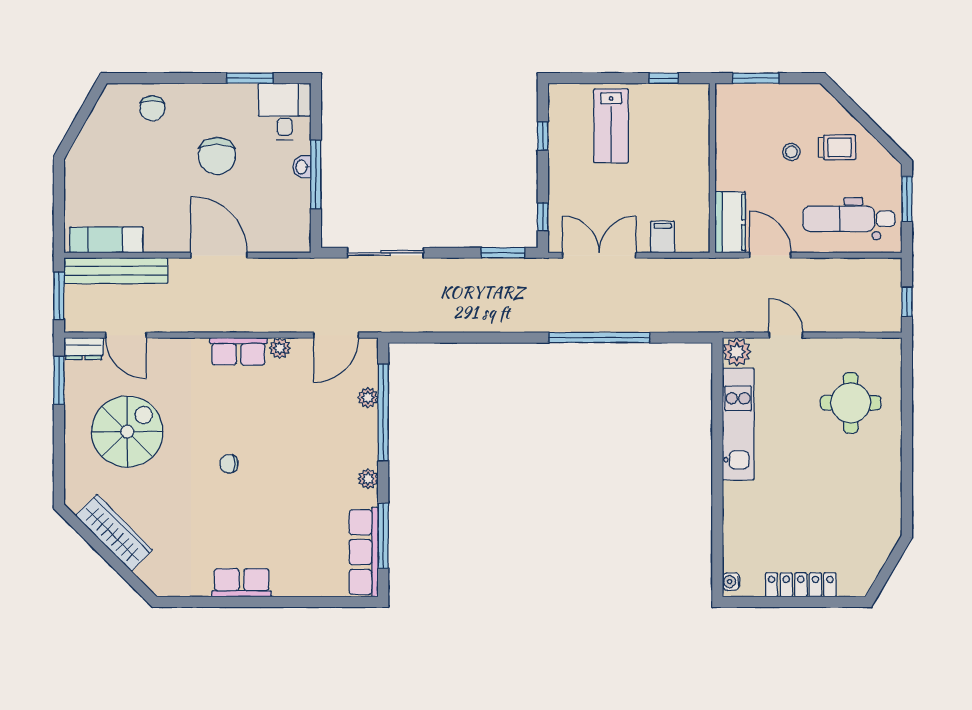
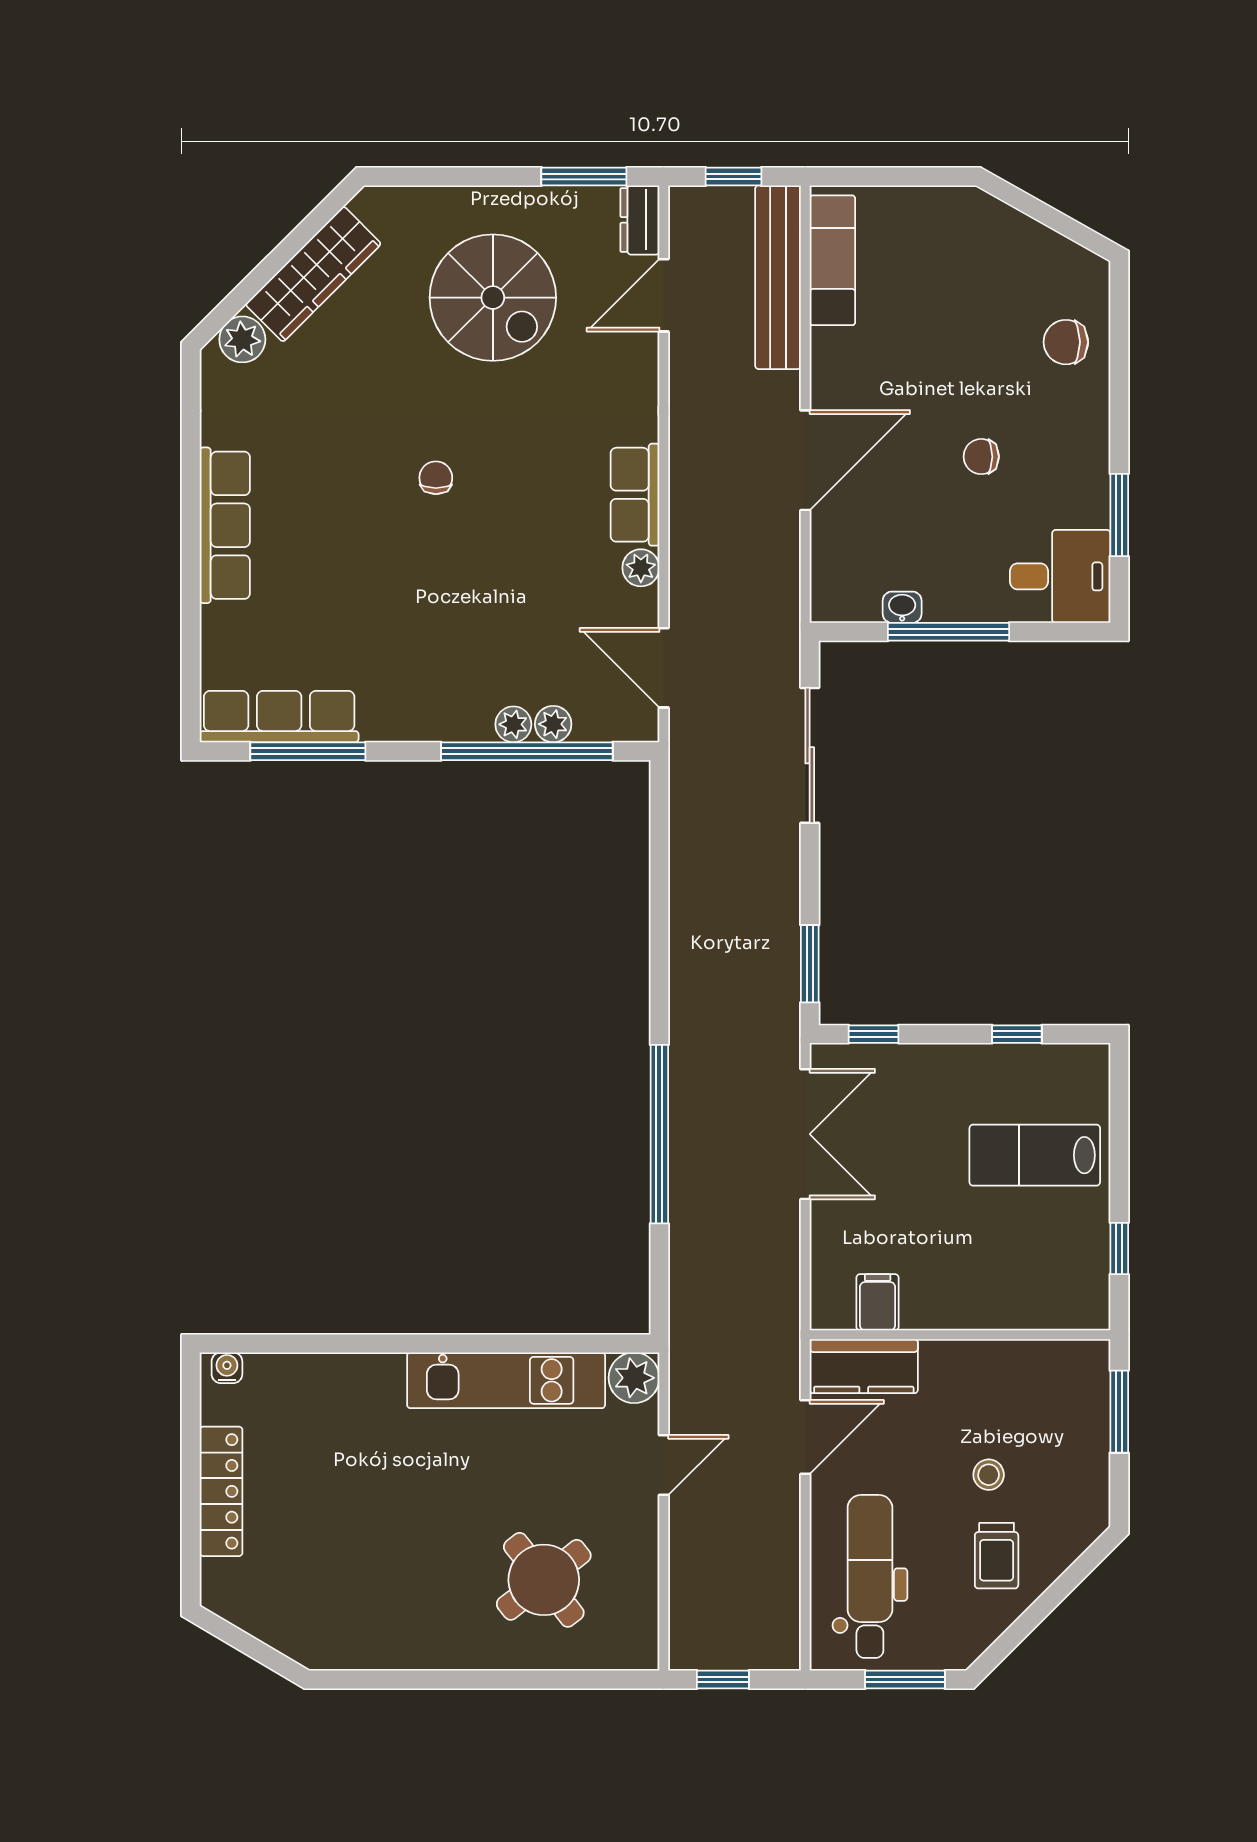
chair: (217, 156) -> (981, 457), width x0.54, depth x0.54
washbasin: (302, 167) -> (902, 607), moved
filing cabinet: (662, 237) -> (878, 1302), moved, turned -90
window: (59, 296) -> (734, 176), width x0.67
round table: (851, 403) -> (544, 1580), turned -38
plant: (368, 479) -> (513, 724), moved
plant: (151, 573) -> (242, 339), added
row of seats: (242, 583) -> (225, 525), width x1.48

